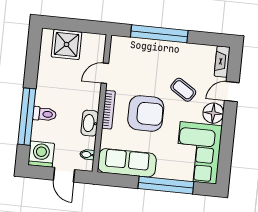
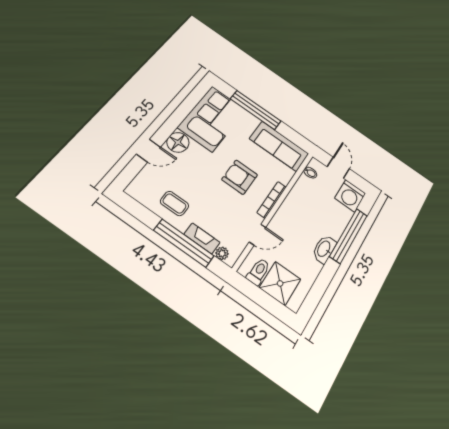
plant: (125, 42) -> (222, 253), added
fireplace: (222, 62) -> (202, 238), moved, turned -90
coffee table: (183, 90) -> (174, 203), moved, turned -33
armchair: (146, 113) -> (240, 177), width x0.73, depth x0.73
toilet: (44, 114) -> (258, 272), moved, turned 90
washbasin: (90, 123) -> (324, 249), moved, turned 180

